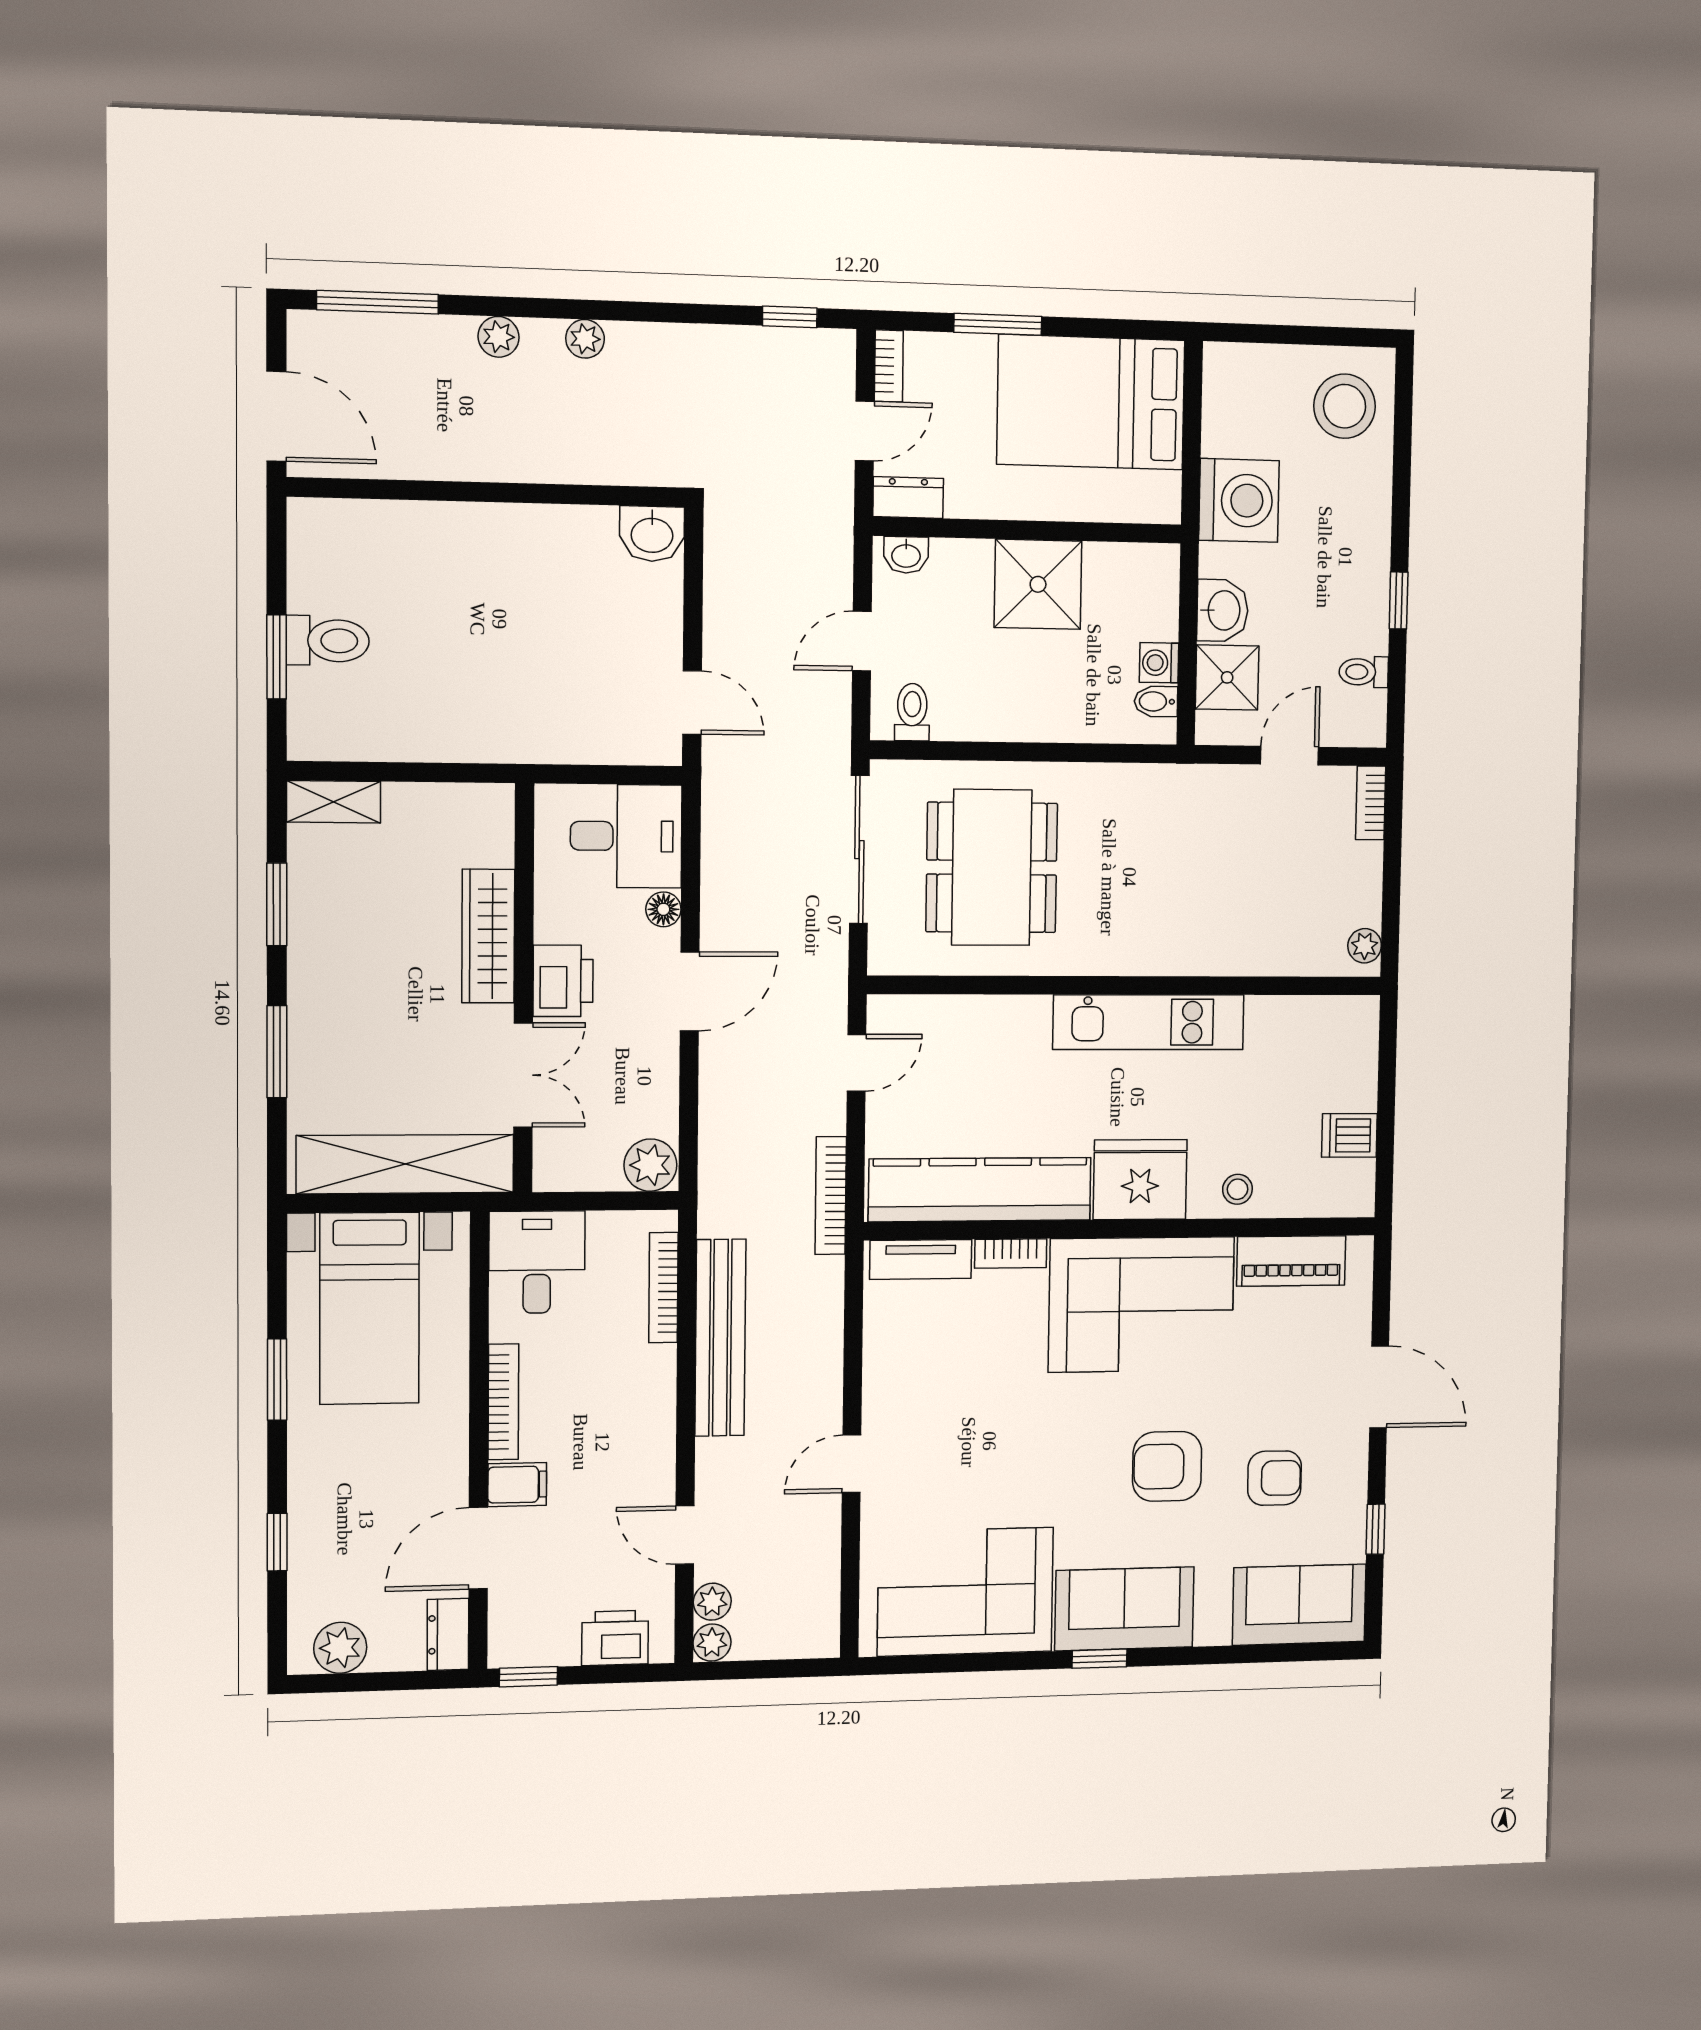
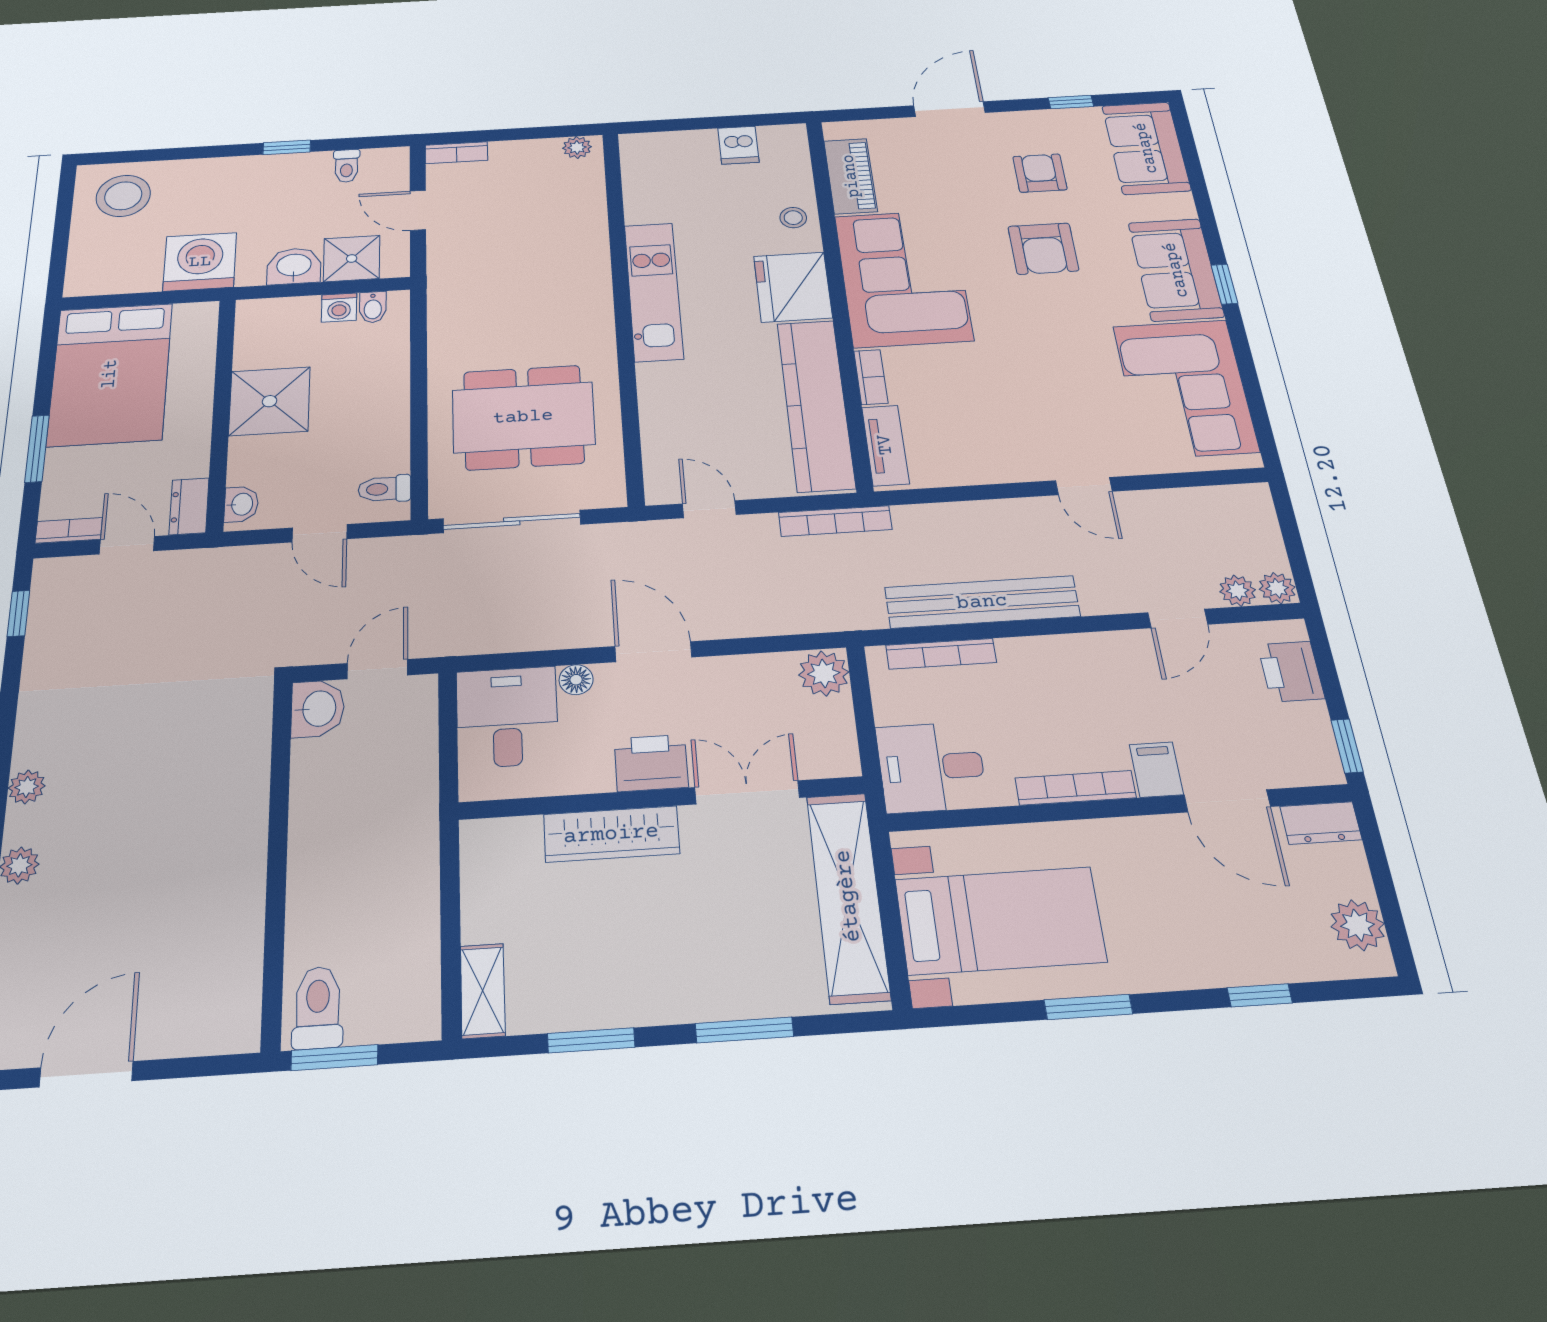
wall: (487, 492) -> (277, 858), moved
washbasin: (652, 534) -> (318, 709), moved

